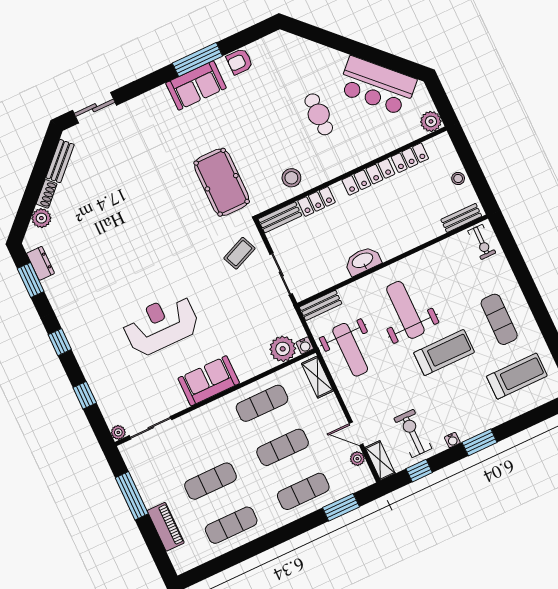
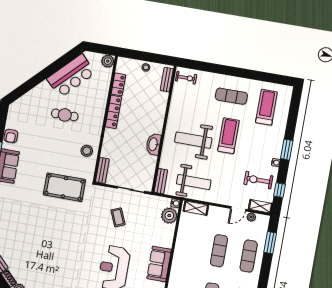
locker: (316, 201) -> (107, 147), removed
coffee table: (239, 253) -> (118, 217), moved
exercise mat: (262, 403) -> (189, 245), removed

